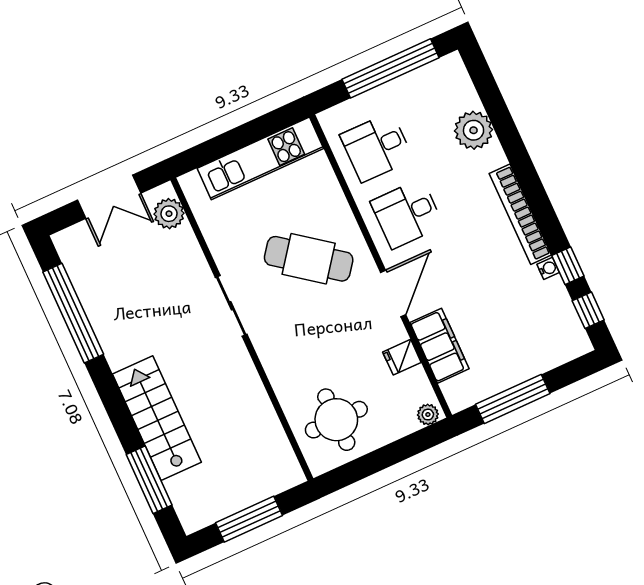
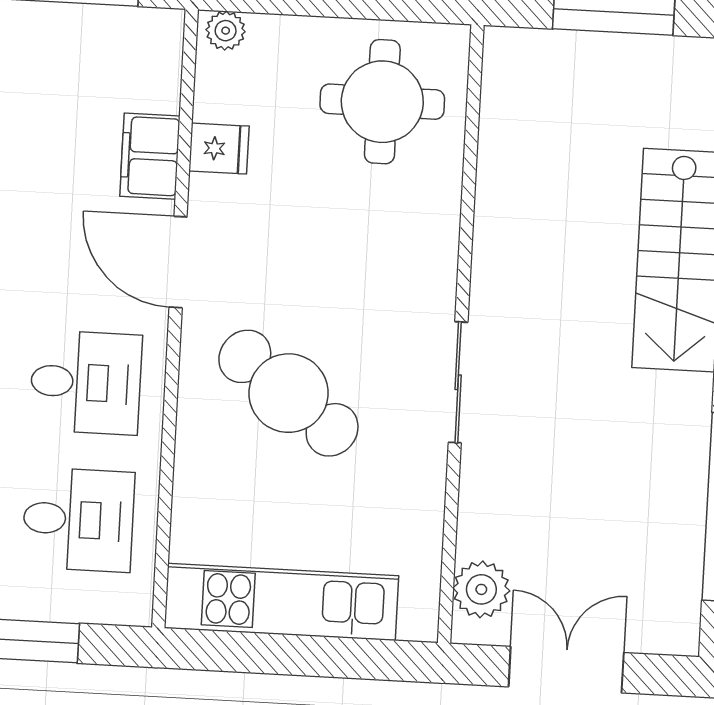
door: (393, 293) -> (178, 262), hinge flipped
filing cabinet: (440, 346) -> (150, 156), width x0.67, depth x0.86

